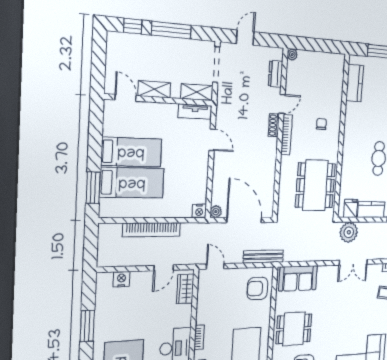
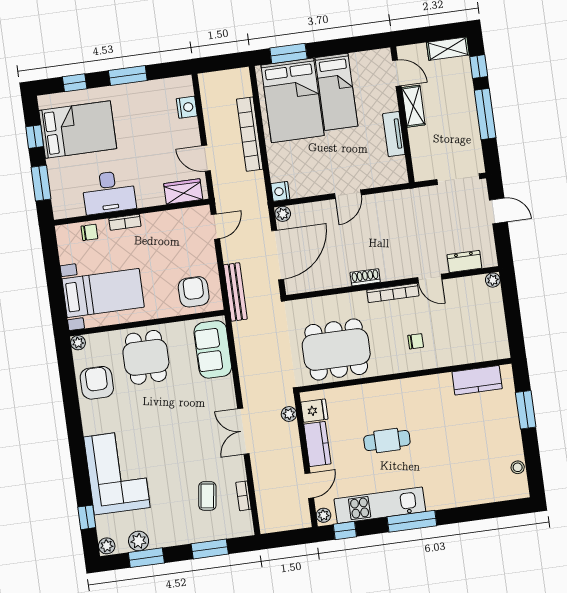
shelving: (197, 92) -> (448, 49), moved, turned 90
door: (126, 98) -> (397, 73), hinge flipped
tv unit: (195, 112) -> (394, 134), moved
shoe rack: (274, 125) -> (365, 277), moved
door: (212, 140) -> (348, 194), moved
bed: (132, 183) -> (293, 100), width x1.50
plant: (349, 232) -> (289, 414), width x0.53, depth x0.53

